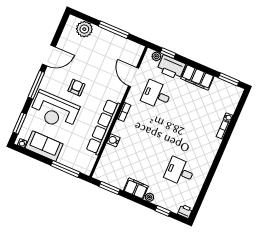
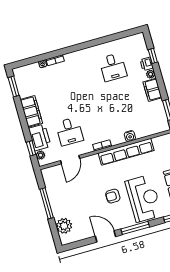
printer: (185, 211) -> (147, 64), moved

